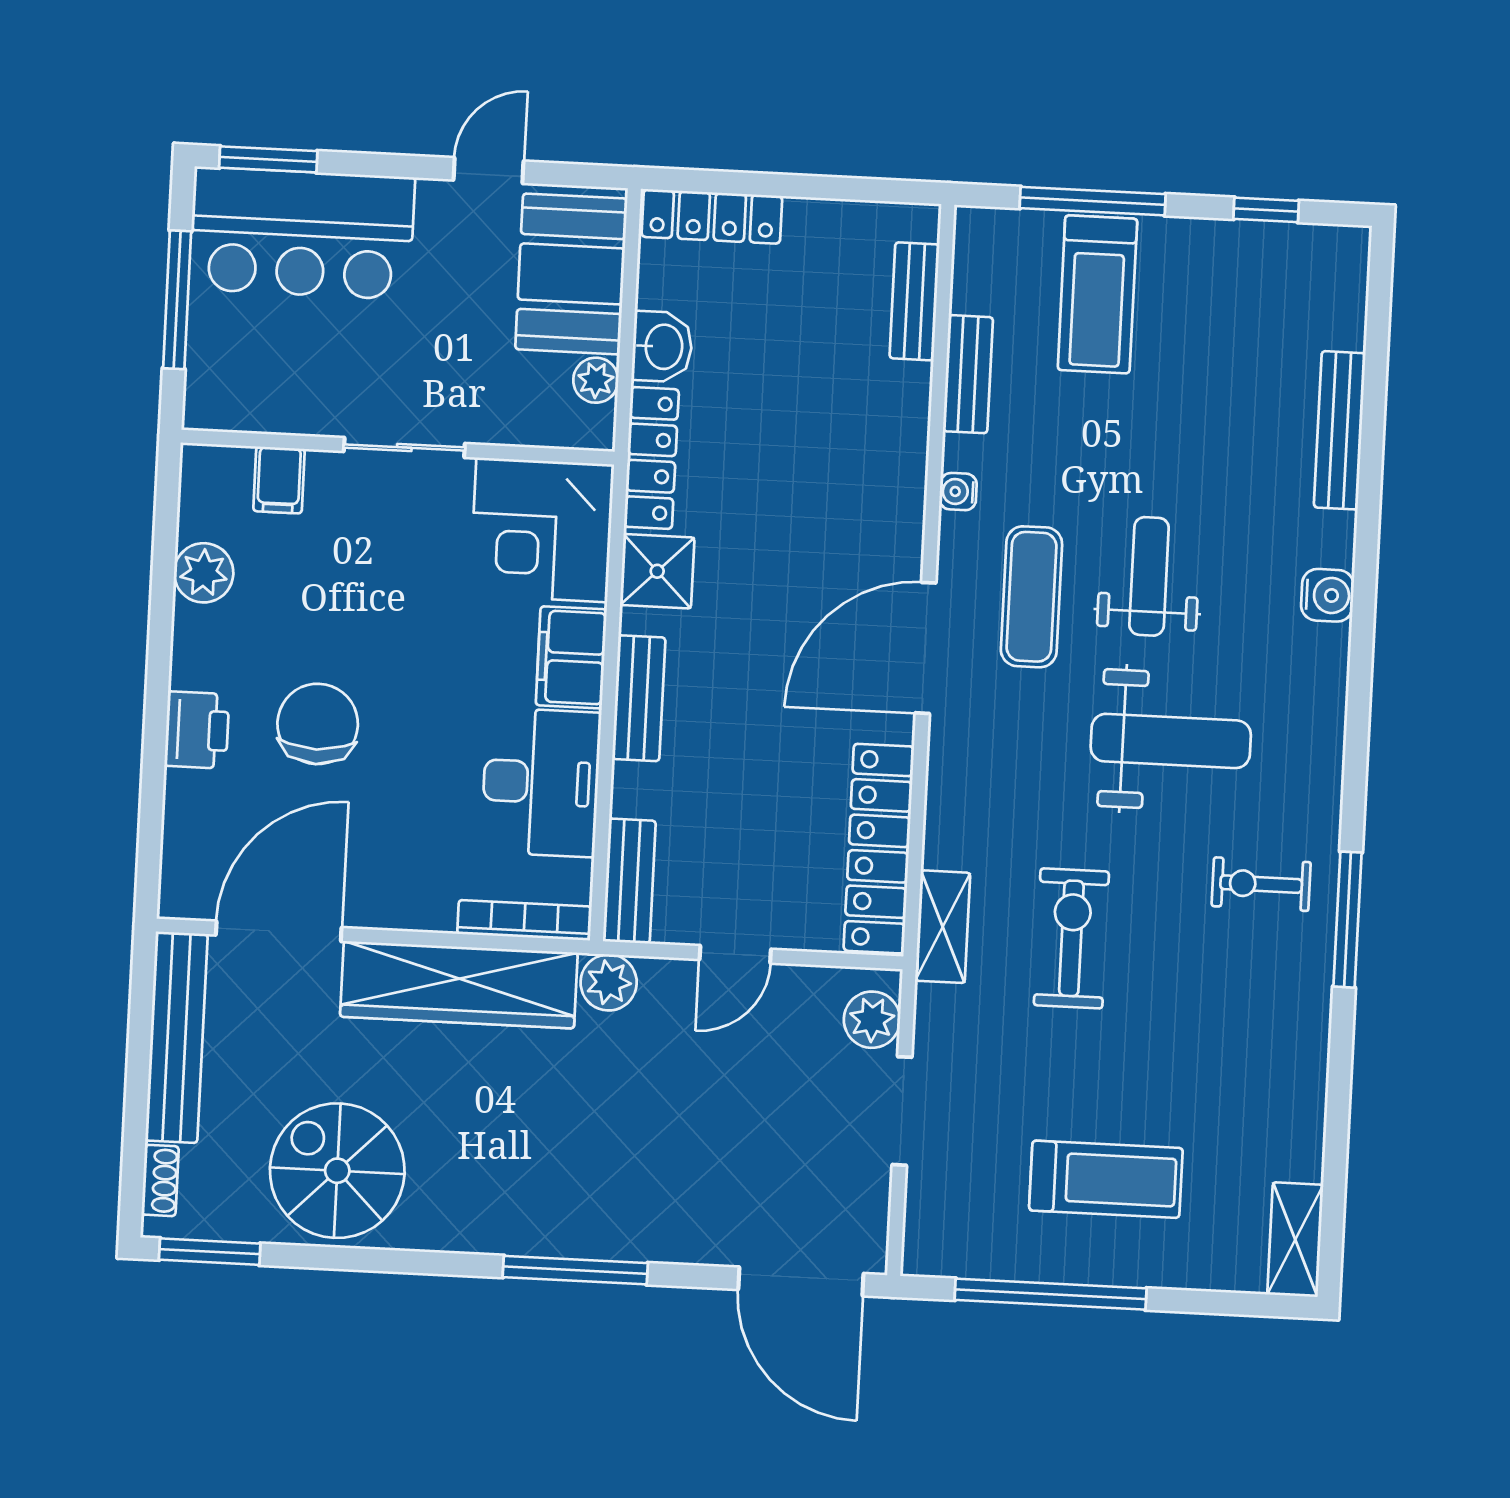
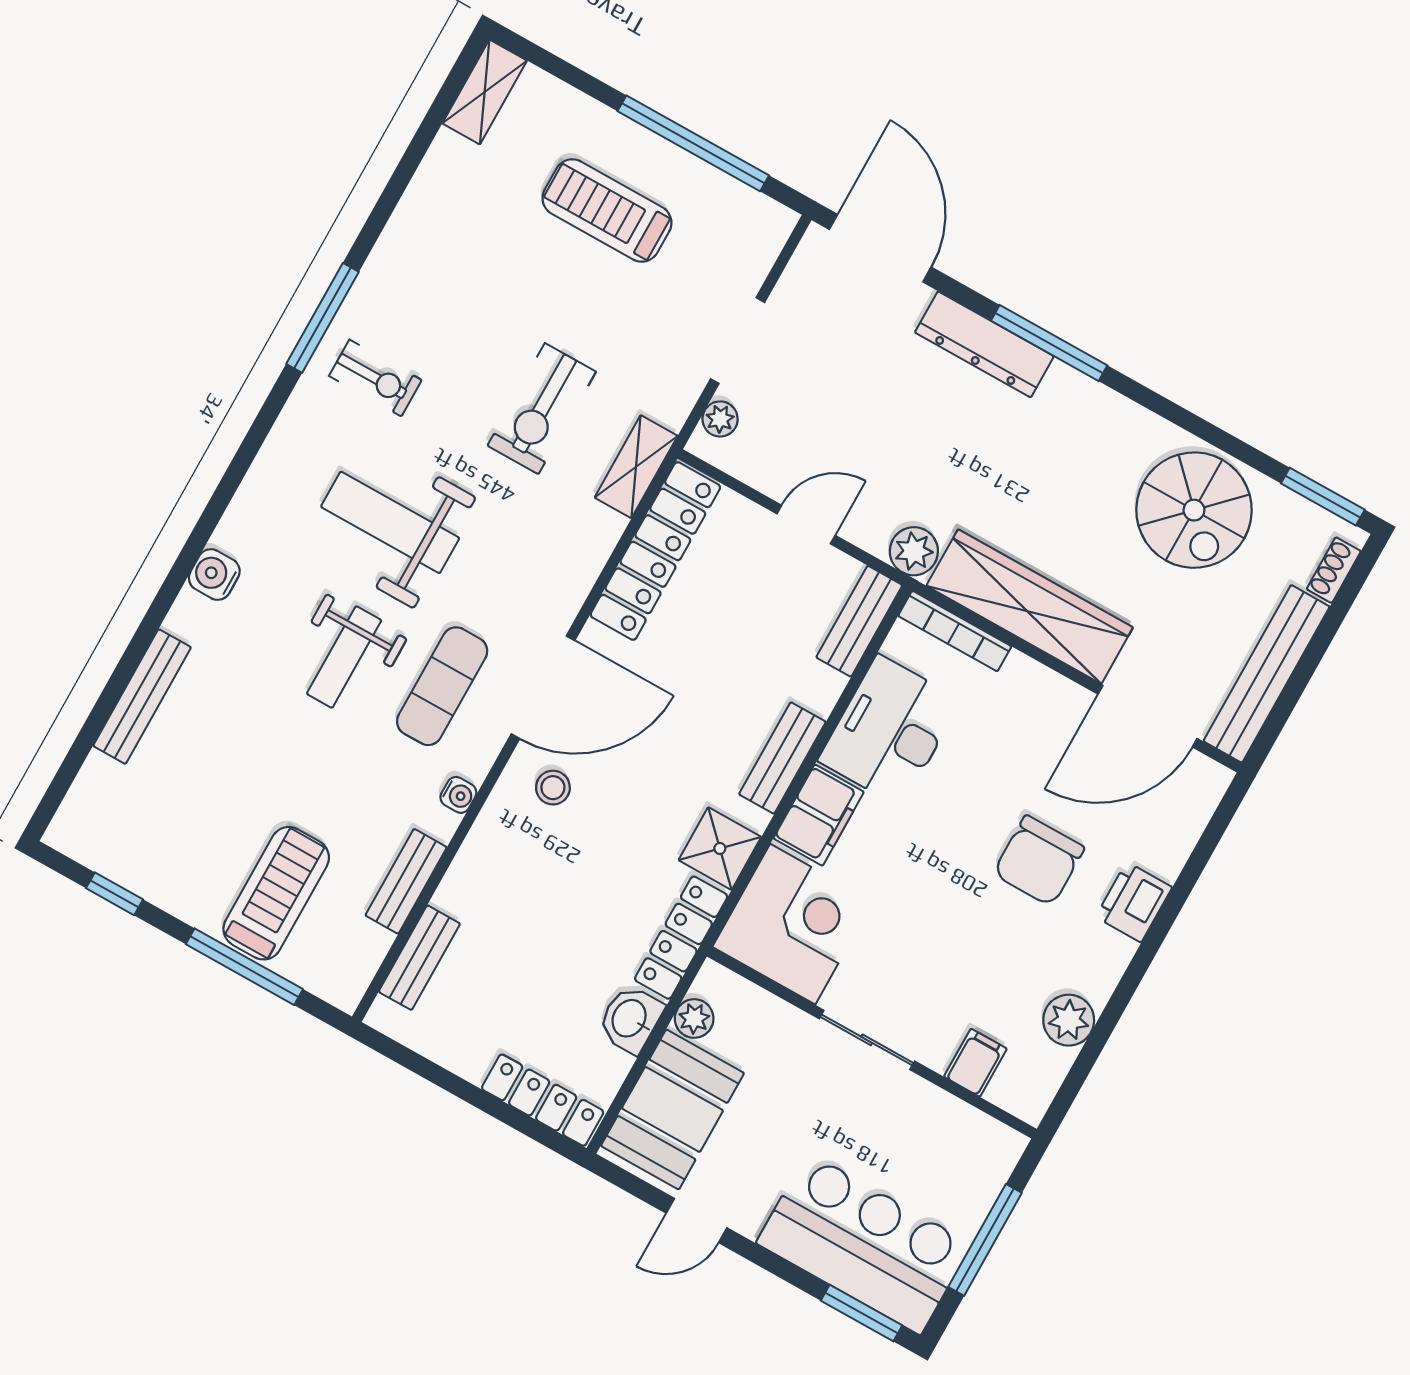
stool: (863, 548) -> (553, 788), added
plant: (872, 1020) -> (720, 419), width x0.73, depth x0.73
dresser: (642, 1235) -> (984, 344), added

